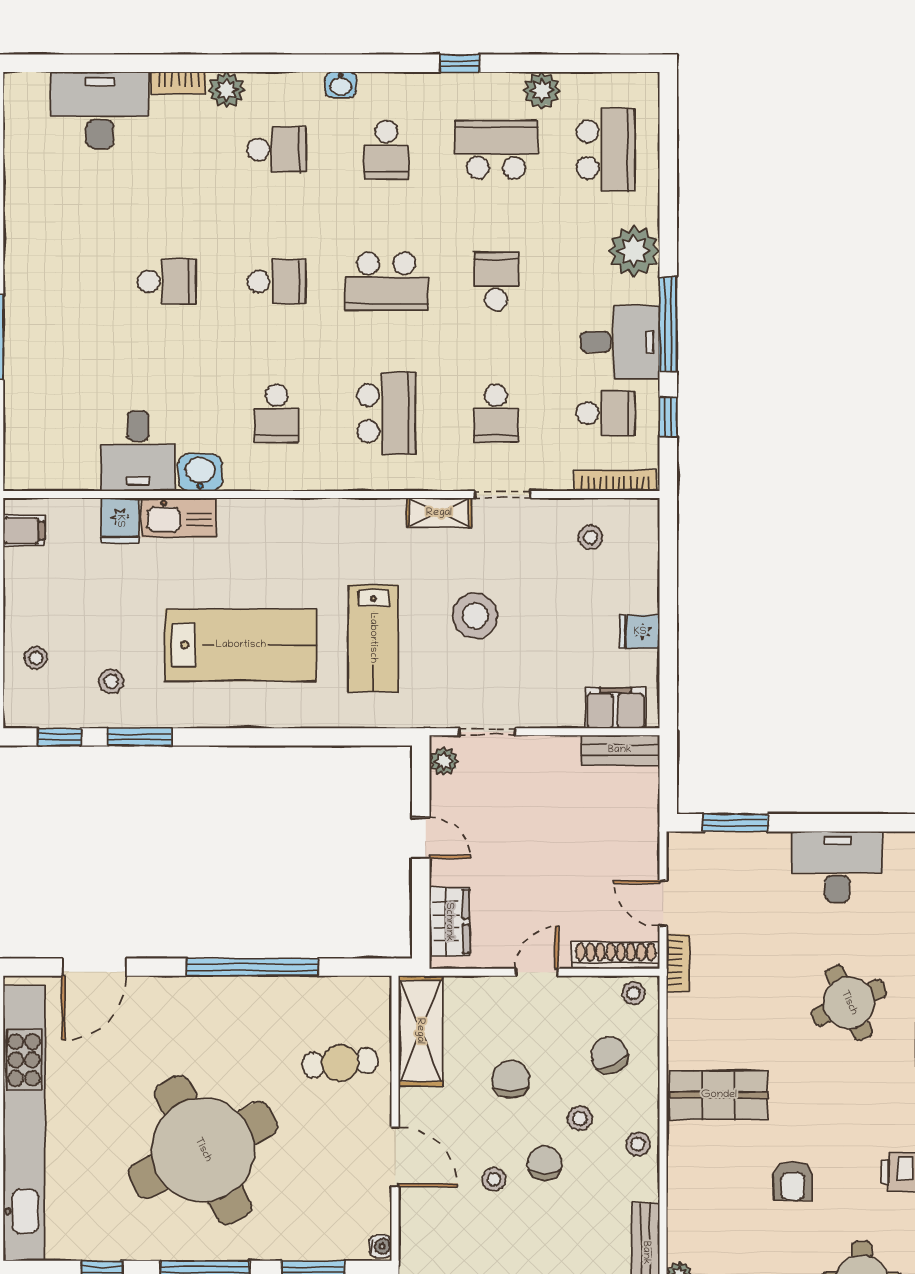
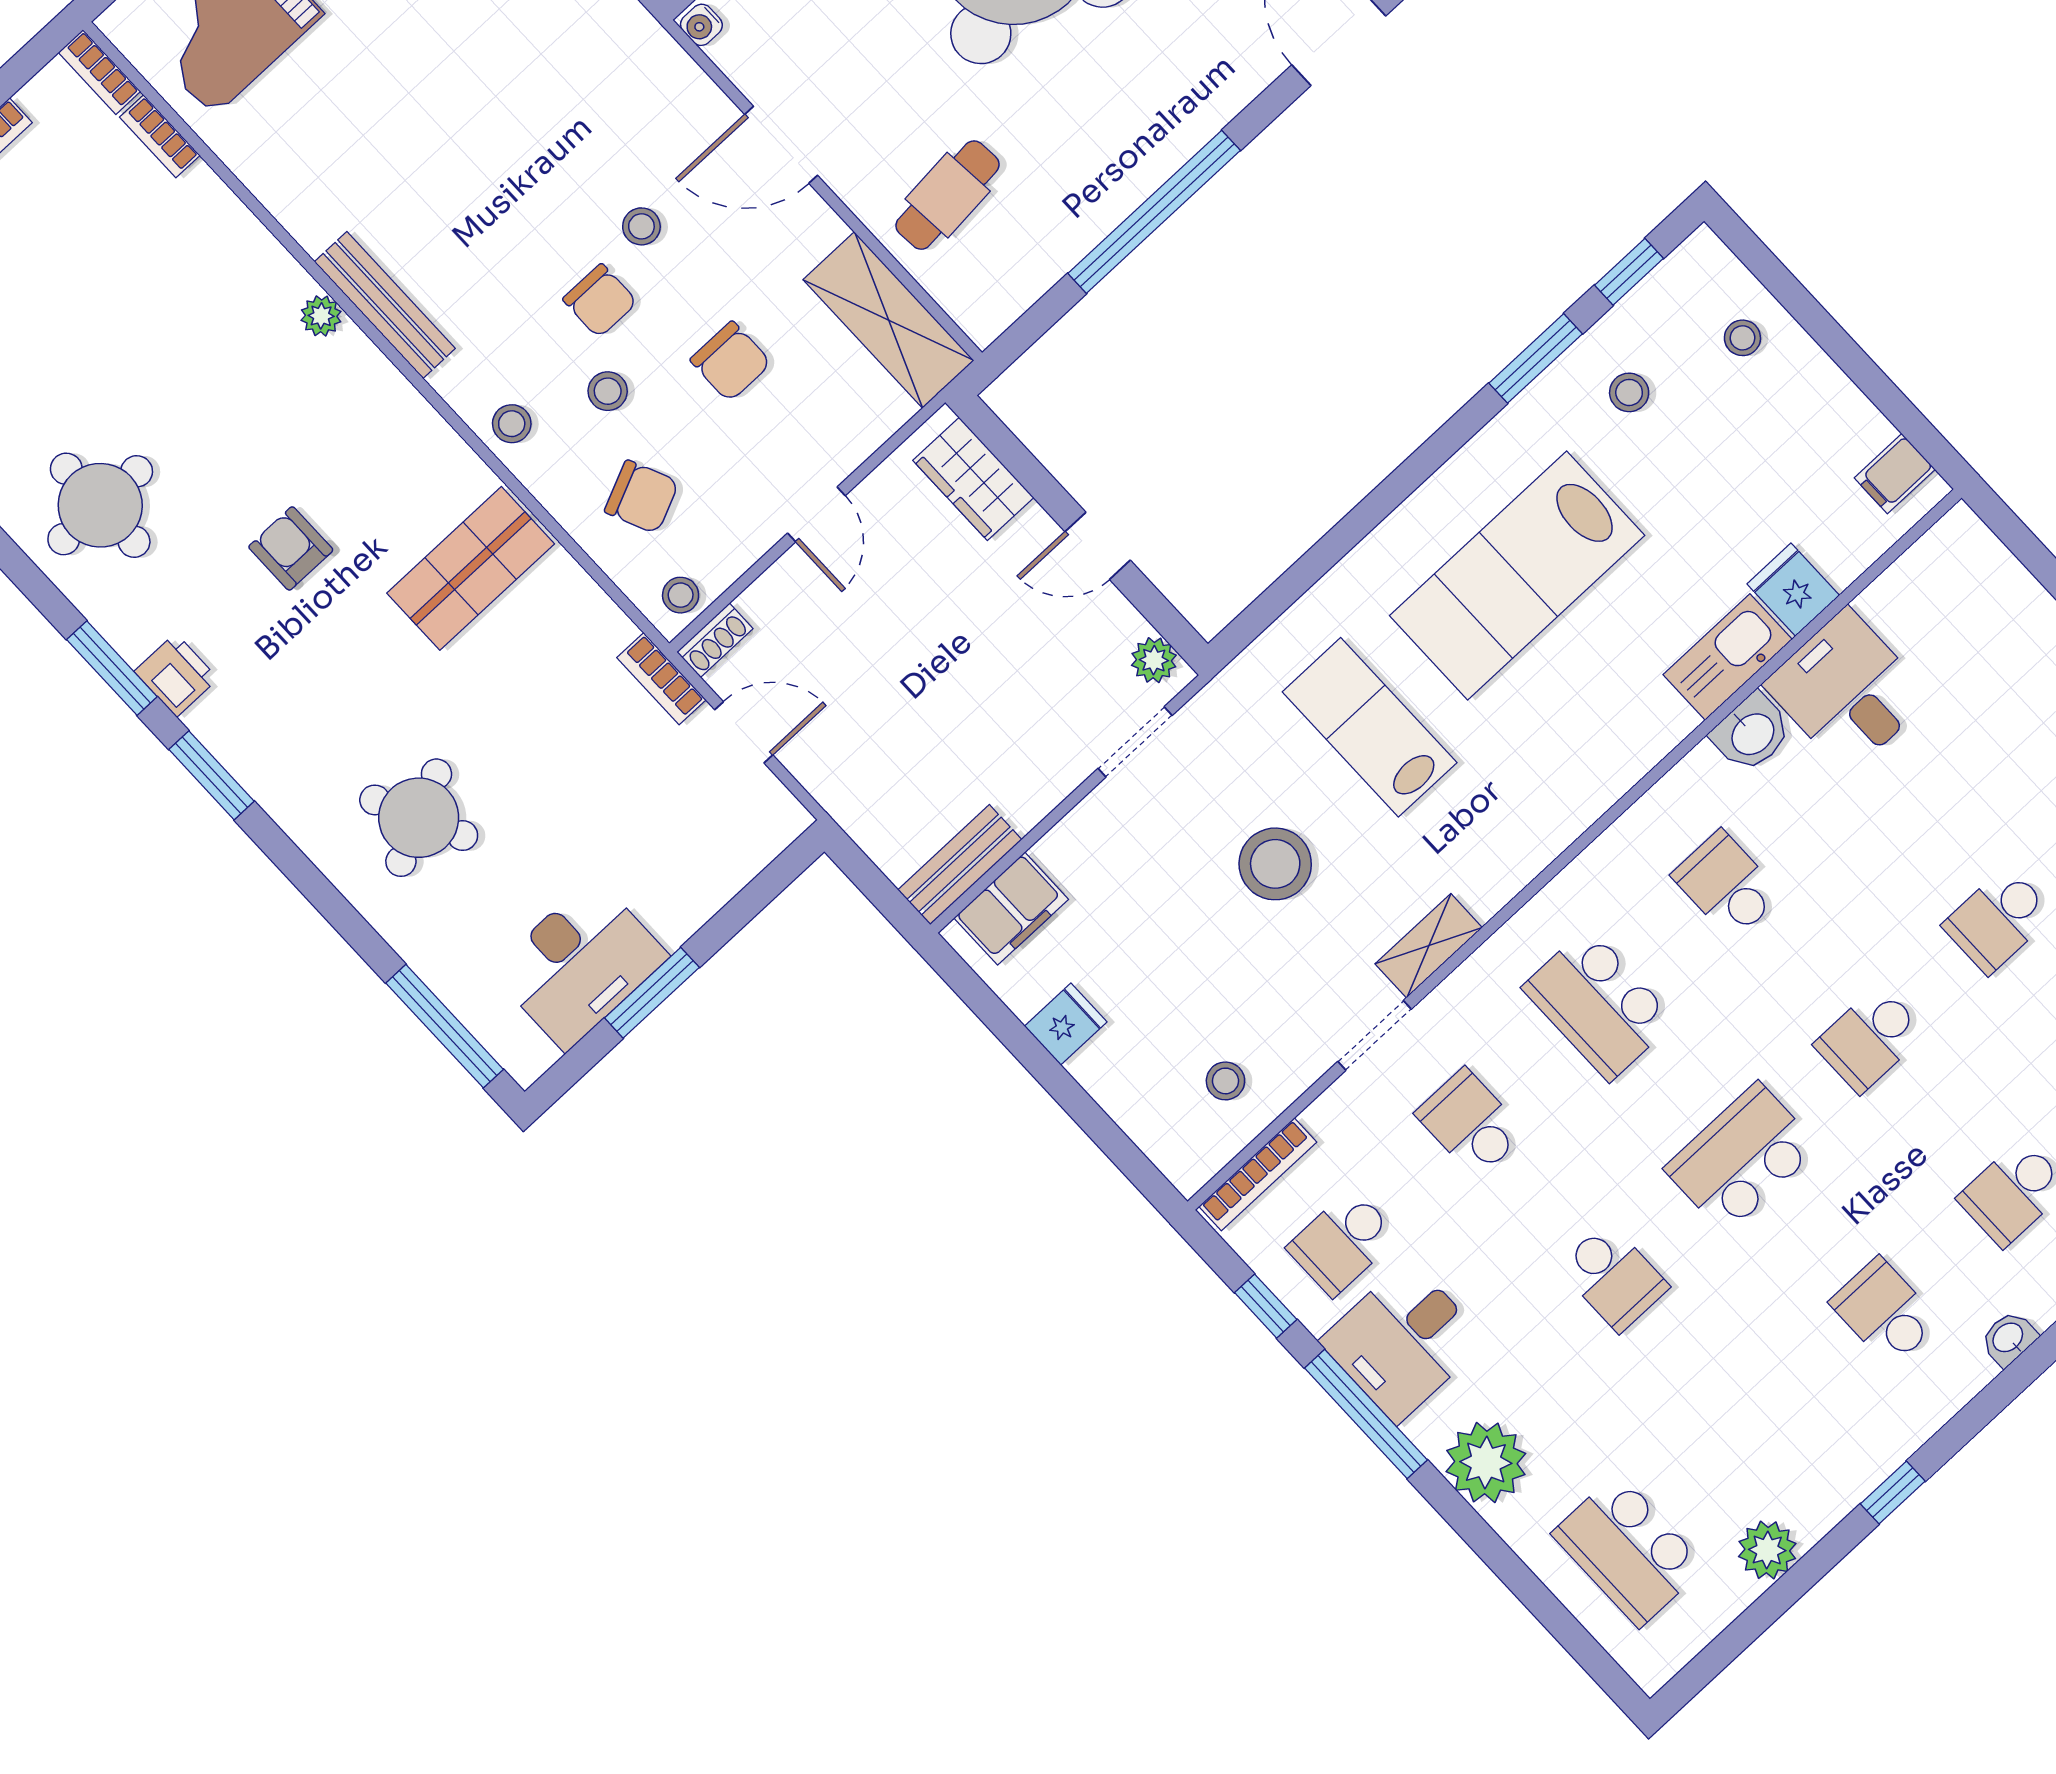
school desk: (496, 150) -> (1757, 1431), removed
window: (735, 823) -> (652, 993), moved
shoe rack: (616, 955) -> (715, 640), width x0.51, depth x0.81

